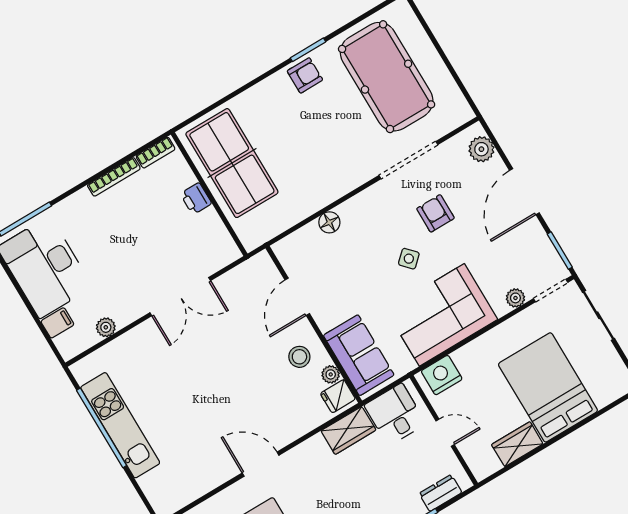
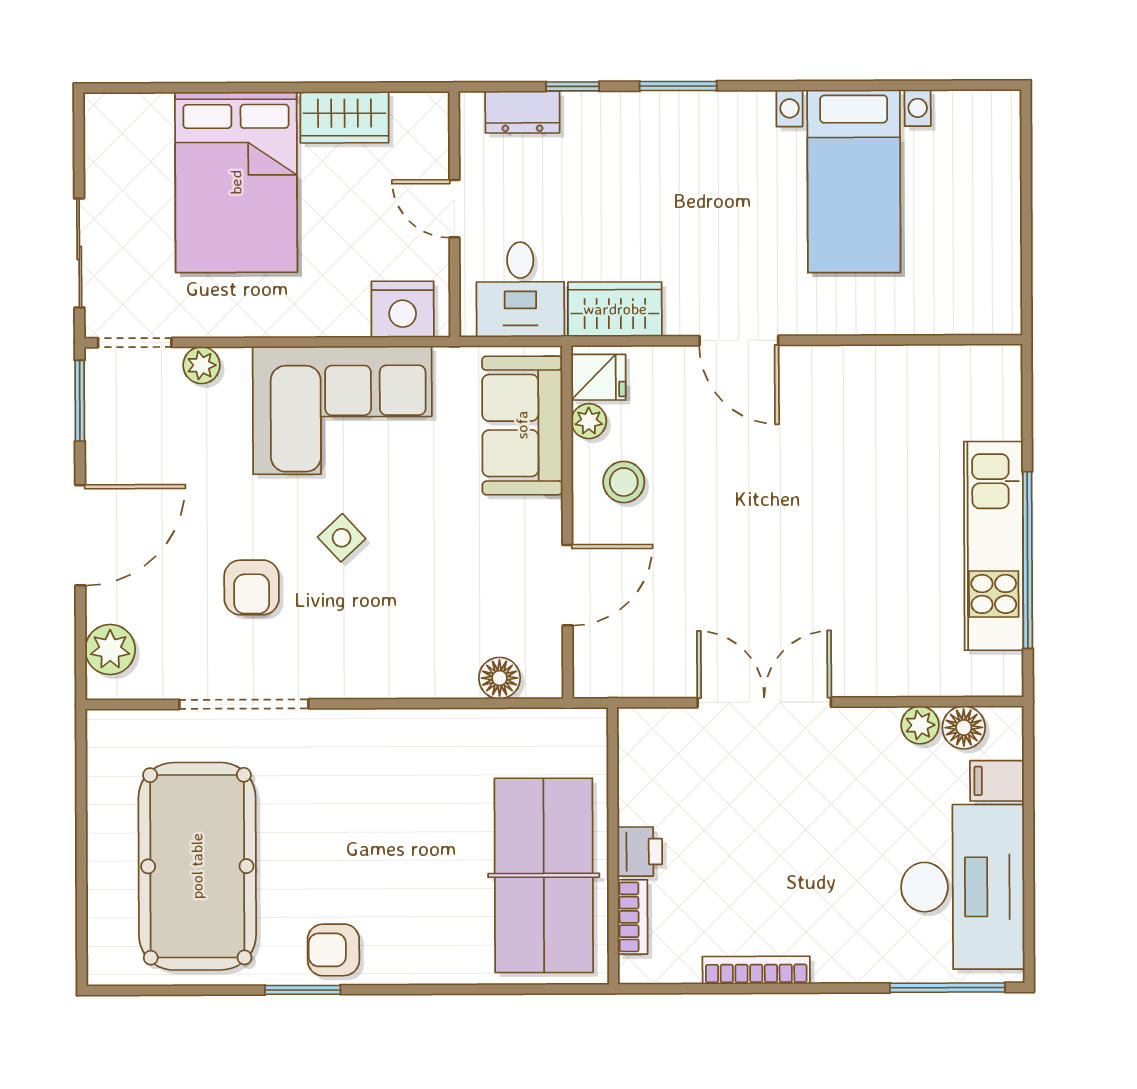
bookcase: (156, 153) -> (633, 917), moved, turned 90
floor lamp: (329, 222) -> (500, 678), moved
floor lamp: (86, 338) -> (964, 728), added
door: (261, 464) -> (739, 340), moved

